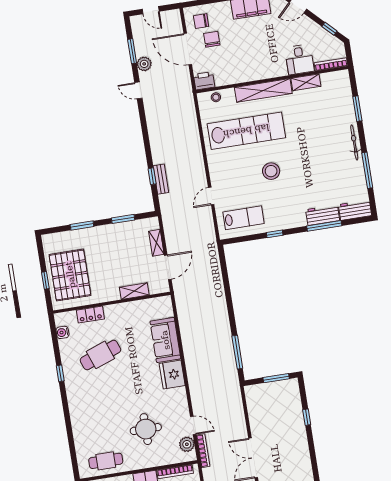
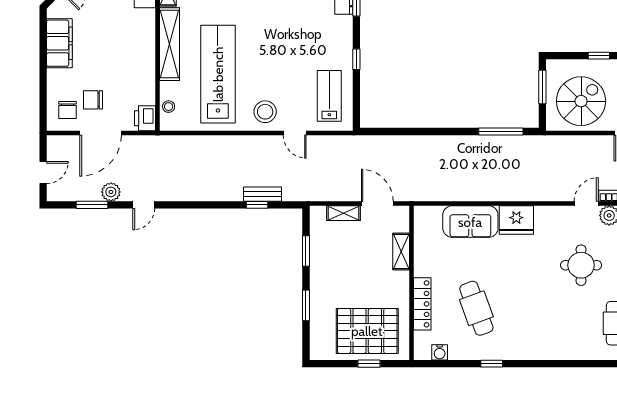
stool: (271, 171) -> (265, 112), moved
locker: (90, 315) -> (422, 304), width x1.53
spiral stairs: (270, 409) -> (581, 101), added

